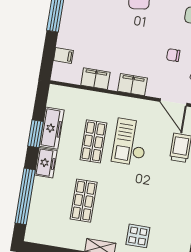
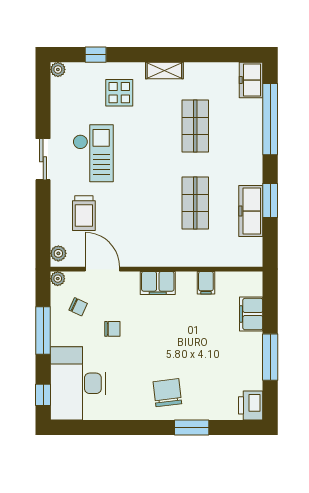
filing cabinet: (63, 56) -> (251, 314), width x2.00
filing cabinet: (95, 79) -> (206, 283), width x0.50
checkout: (130, 142) -> (93, 153), moved
freezer: (46, 163) -> (251, 80), moved

